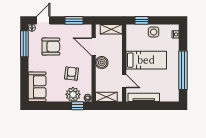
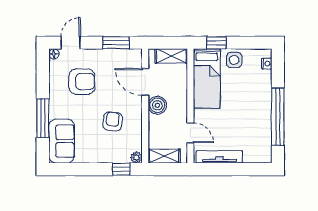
window: (24, 44) -> (43, 118), moved
bed: (146, 60) -> (207, 79), moved, turned 90
plant: (73, 94) -> (115, 152), removed

